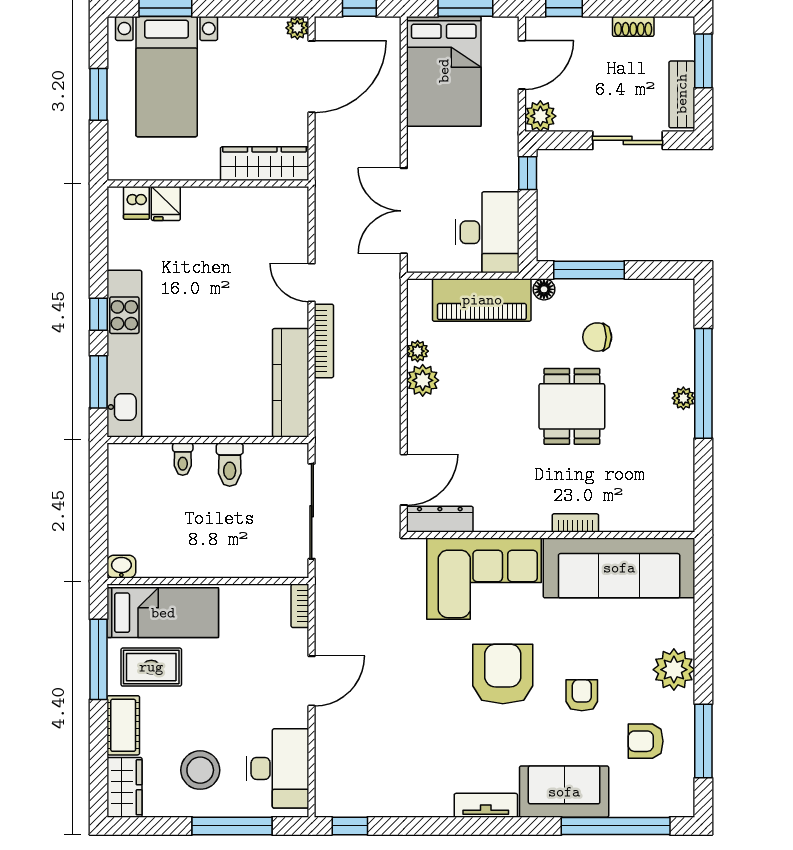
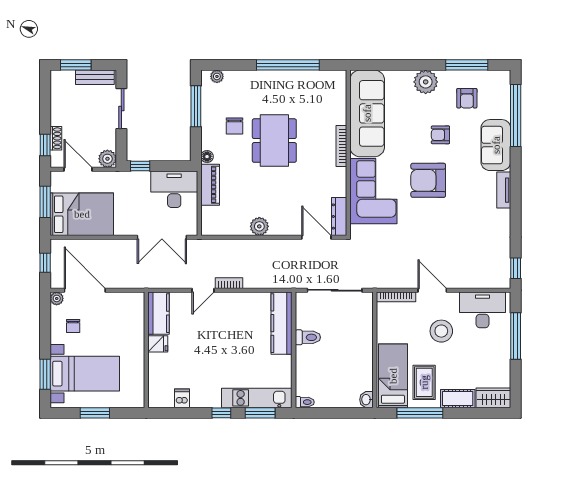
shoe rack: (633, 26) -> (56, 138), moved
chair: (249, 56) -> (73, 326), added
wardrobe: (264, 164) -> (135, 317), removed
dishwasher: (136, 203) -> (182, 398), moved, turned -90
fridge: (166, 204) -> (158, 344), moved
kitchen counter: (272, 205) -> (158, 313), added
window: (589, 270) -> (196, 106), moved
piano: (482, 300) -> (210, 185), width x0.73, depth x0.75
bookcase: (324, 341) -> (229, 283), width x0.64
plant: (418, 351) -> (243, 229), removed
kitchen unit: (124, 354) -> (257, 398), width x0.73
kitchen counter: (291, 383) -> (282, 323), moved, turned 90
window: (703, 383) -> (288, 65), moved
plant: (683, 398) -> (217, 76), moved
dining table: (572, 406) -> (274, 141), width x1.38
toilet: (183, 459) -> (305, 402), moved
bookcase: (575, 523) -> (341, 146), width x1.56
bookcase: (300, 606) -> (396, 297), width x1.56
stool: (200, 770) -> (441, 331), moved

